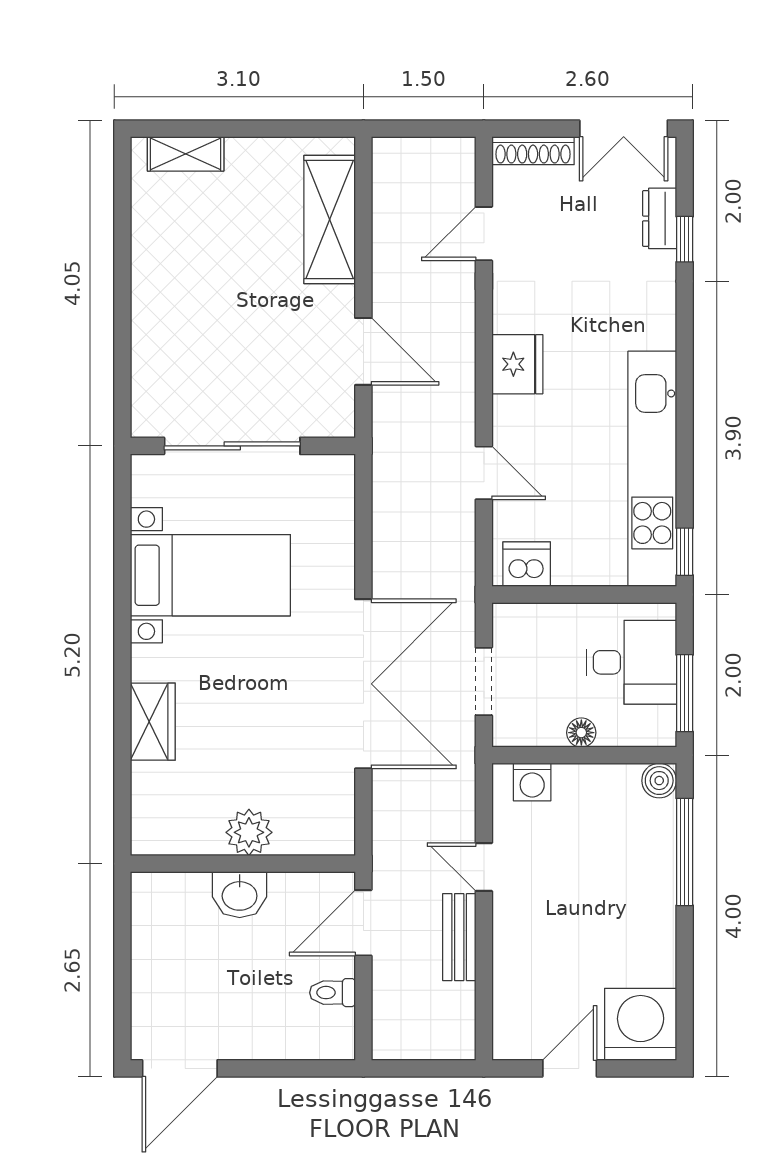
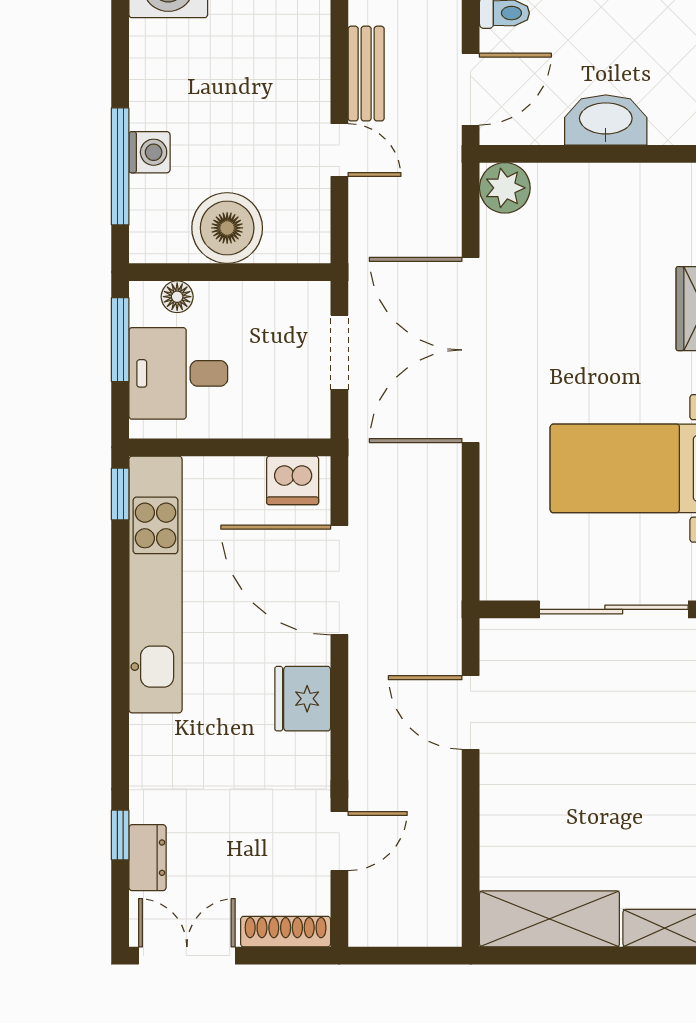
shelving: (330, 220) -> (549, 919), moved, turned 90
door: (484, 473) -> (339, 580), width x1.88
floor lamp: (581, 733) -> (177, 297), moved
boiler: (659, 781) -> (227, 228), moved, width x1.86, depth x1.86
washing machine: (532, 782) -> (149, 152), moved, turned 90
plant: (249, 832) -> (505, 188), moved
washbasin: (240, 895) -> (606, 120), width x1.38

